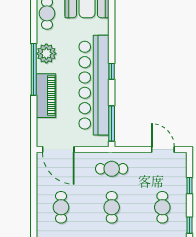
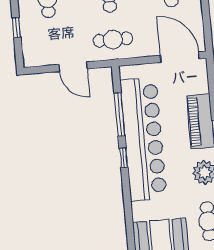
window: (112, 123) -> (120, 115), moved
door: (163, 150) -> (73, 67), moved

